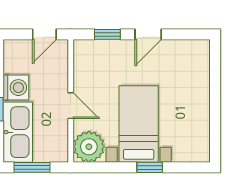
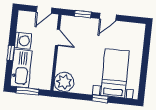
door: (71, 106) -> (57, 37), moved
bed with nightstands: (139, 124) -> (115, 73), moved

